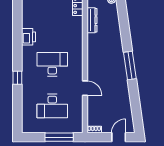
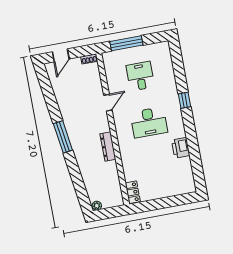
dresser: (92, 20) -> (108, 146), moved
door: (85, 88) -> (108, 103), swing flipped
desk: (52, 106) -> (140, 76), width x0.73

